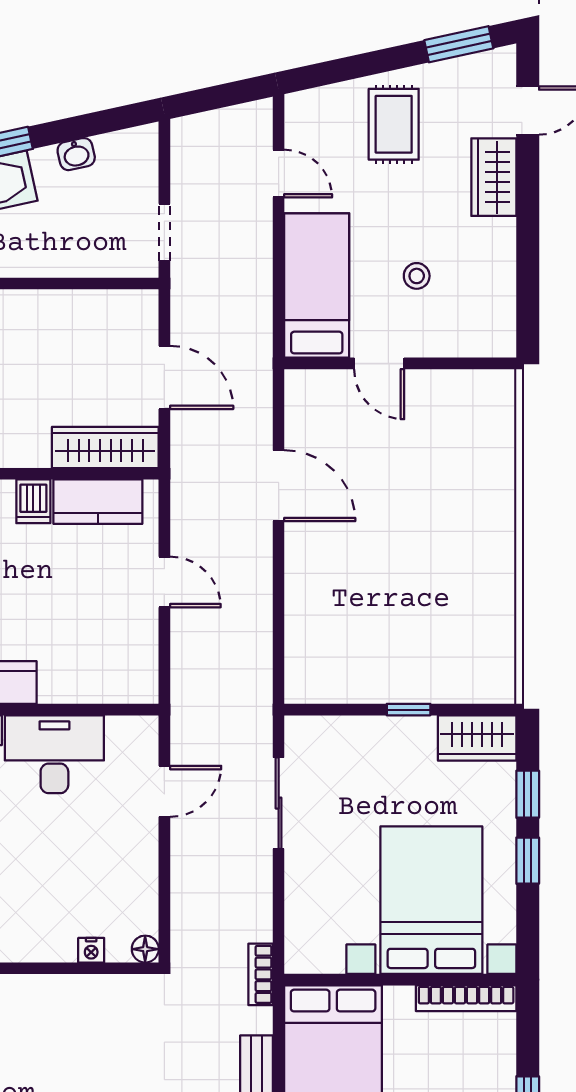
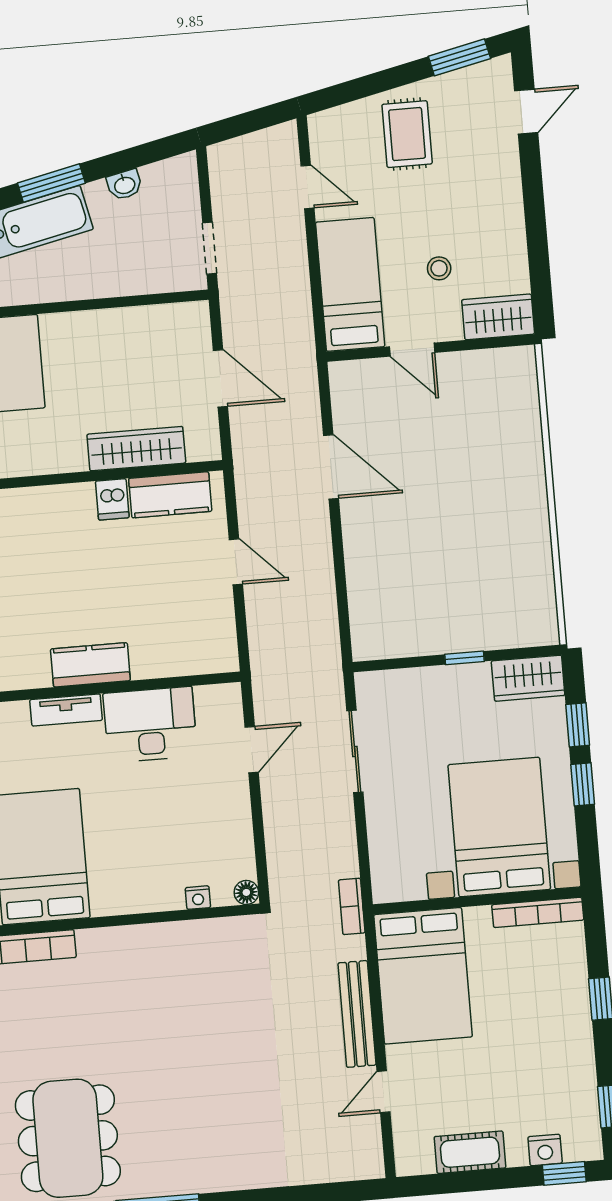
wardrobe: (494, 177) -> (498, 317), moved, turned 90
wardrobe: (105, 447) -> (136, 449), moved

